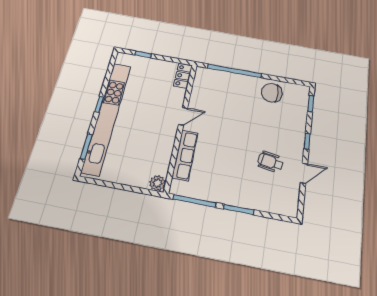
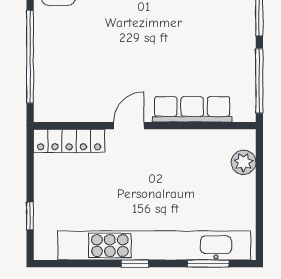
locker: (183, 76) -> (69, 141), width x1.53
door: (183, 116) -> (129, 126), hinge flipped
plant: (158, 183) -> (244, 162), moved

